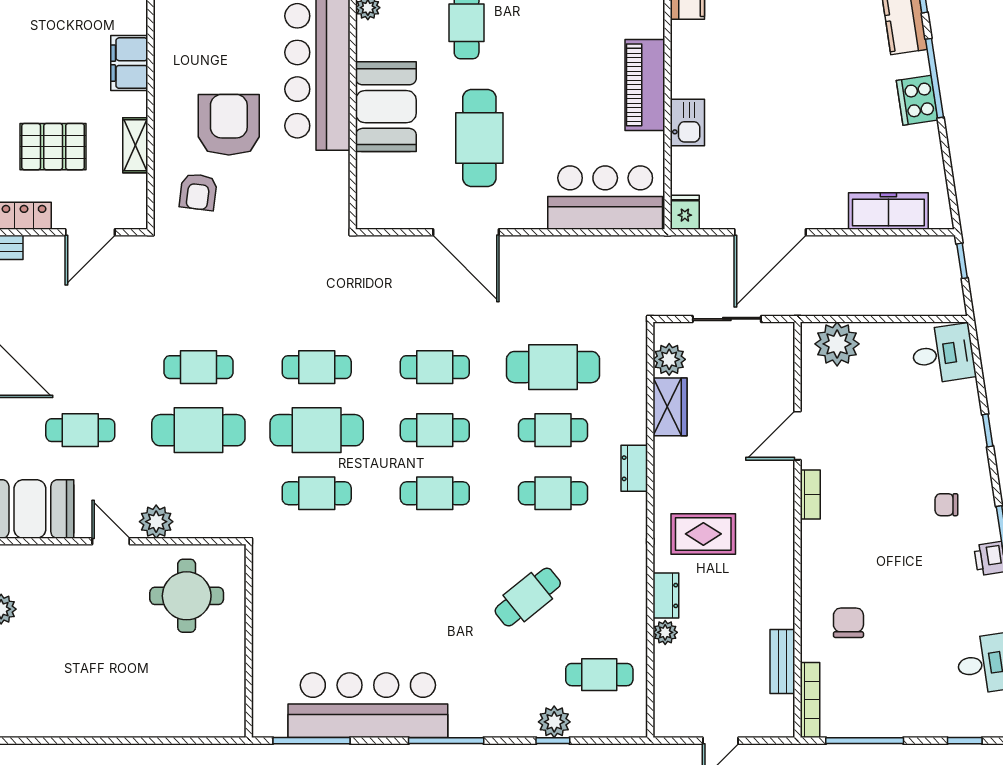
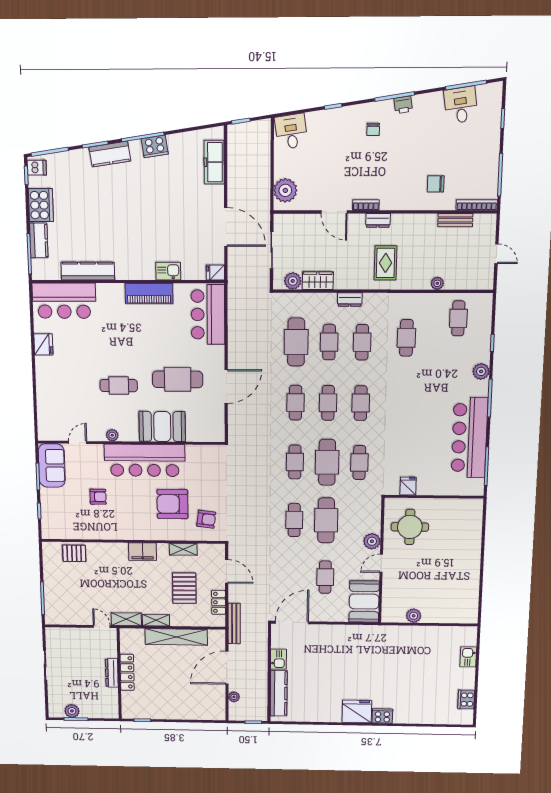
fridge: (270, 590) -> (408, 486), added
dresser: (666, 595) -> (378, 220), moved, turned 180
cafe table: (528, 597) -> (406, 338), moved, turned 39
plant: (554, 722) -> (481, 371), moved

